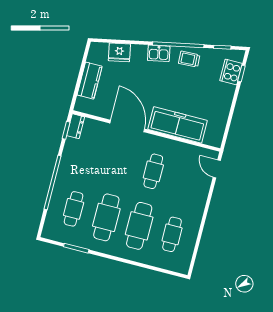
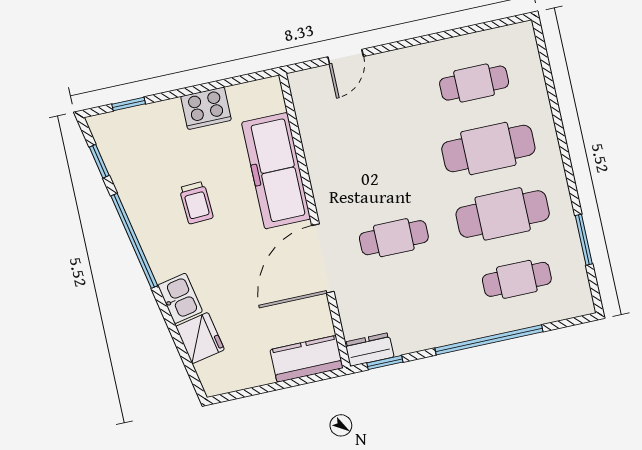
kitchen sink: (159, 53) -> (180, 298), moved
trolley: (189, 59) -> (196, 203), moved
cooker: (231, 72) -> (206, 108), moved
kitchen counter: (90, 81) -> (307, 359), moved
door: (217, 169) -> (346, 57), moved
cafe table: (153, 171) -> (394, 238), moved

